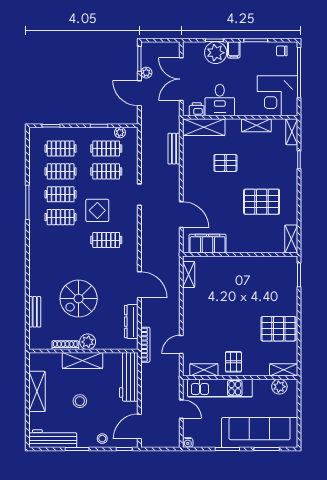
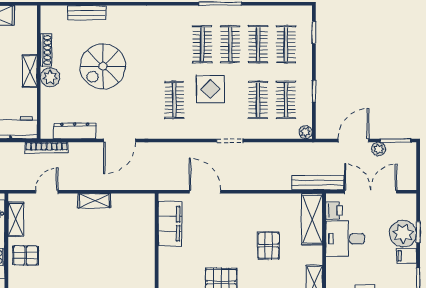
plant: (120, 132) -> (306, 132), moved
bench: (174, 149) -> (318, 183), moved, width x1.36
door: (181, 215) -> (205, 192), swing flipped
shelving: (189, 274) -> (94, 201), moved
spiral stairs: (79, 299) -> (103, 66), turned -90
door: (181, 344) -> (47, 192), hinge flipped
shelving: (83, 360) -> (30, 71), width x0.67, depth x0.75

